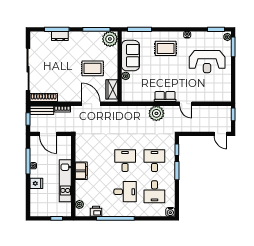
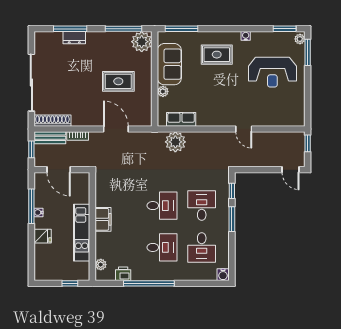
wardrobe: (112, 89) -> (144, 110), removed
row of seats: (165, 97) -> (181, 119), moved
plant: (156, 113) -> (175, 142), moved
desk: (125, 161) -> (162, 206), turned 90

